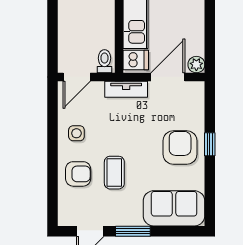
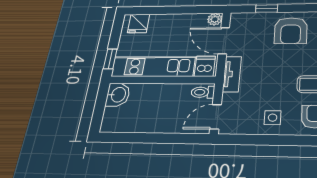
door: (77, 77) -> (216, 117), swing flipped
window: (210, 144) -> (267, 9), moved
armchair: (180, 147) -> (291, 31), turned -90

